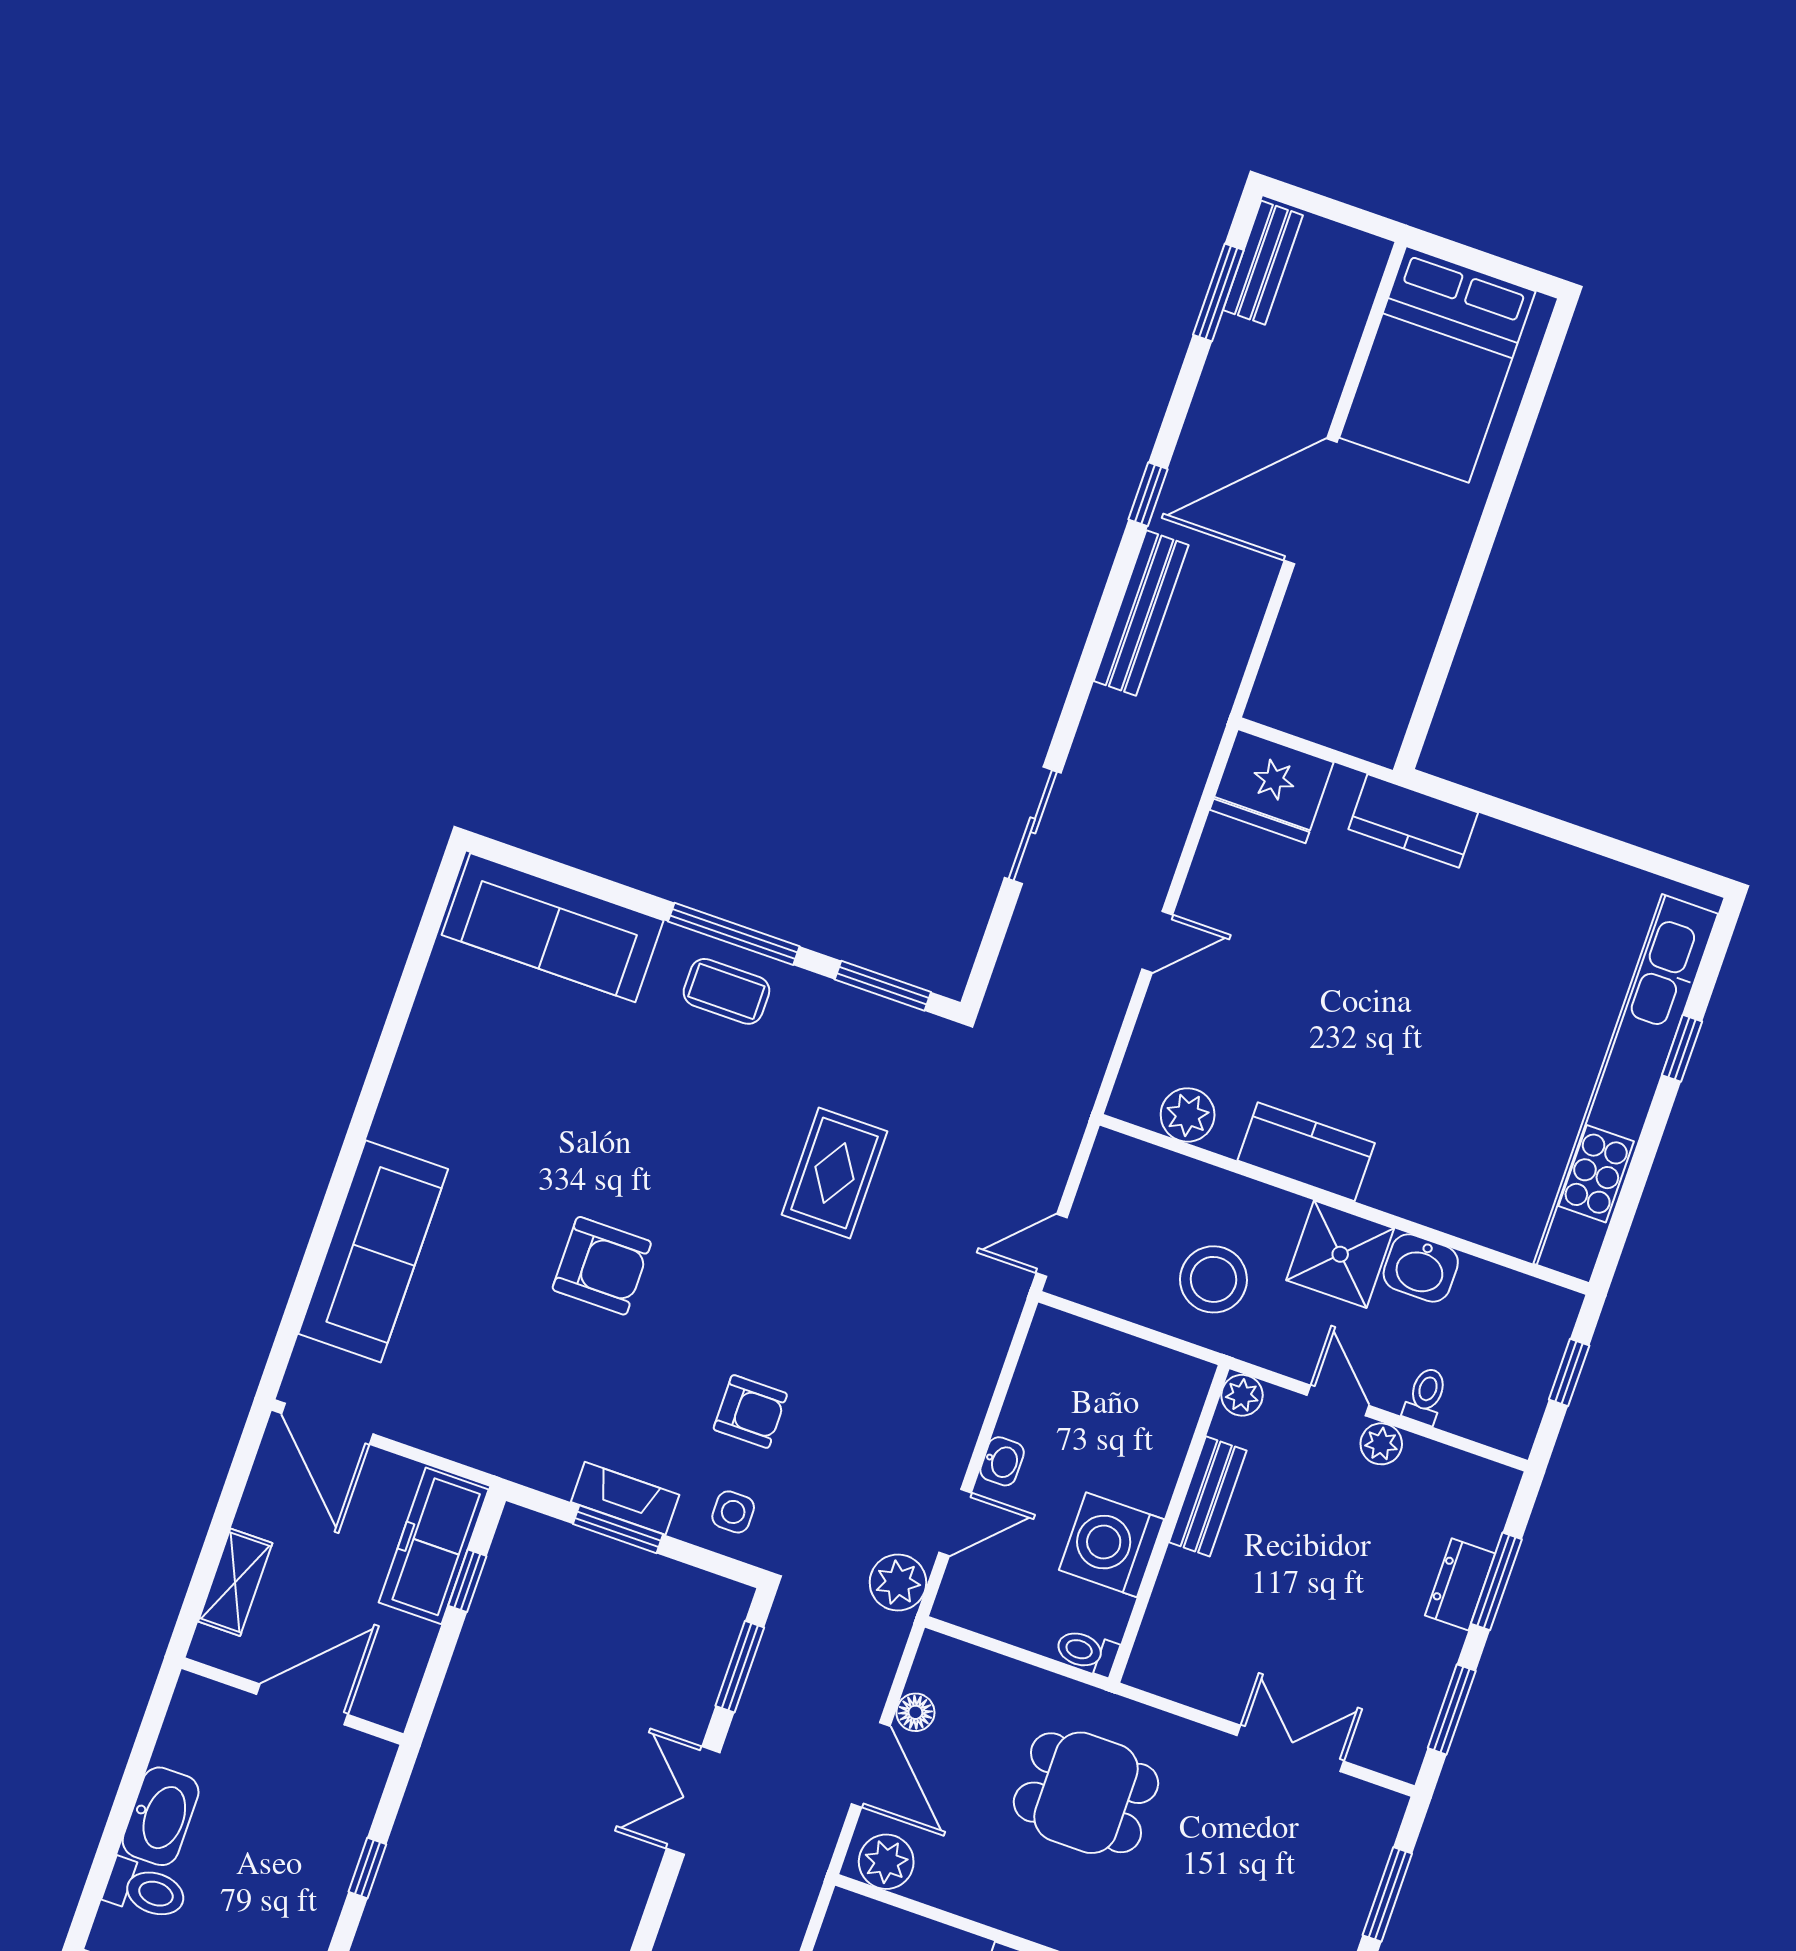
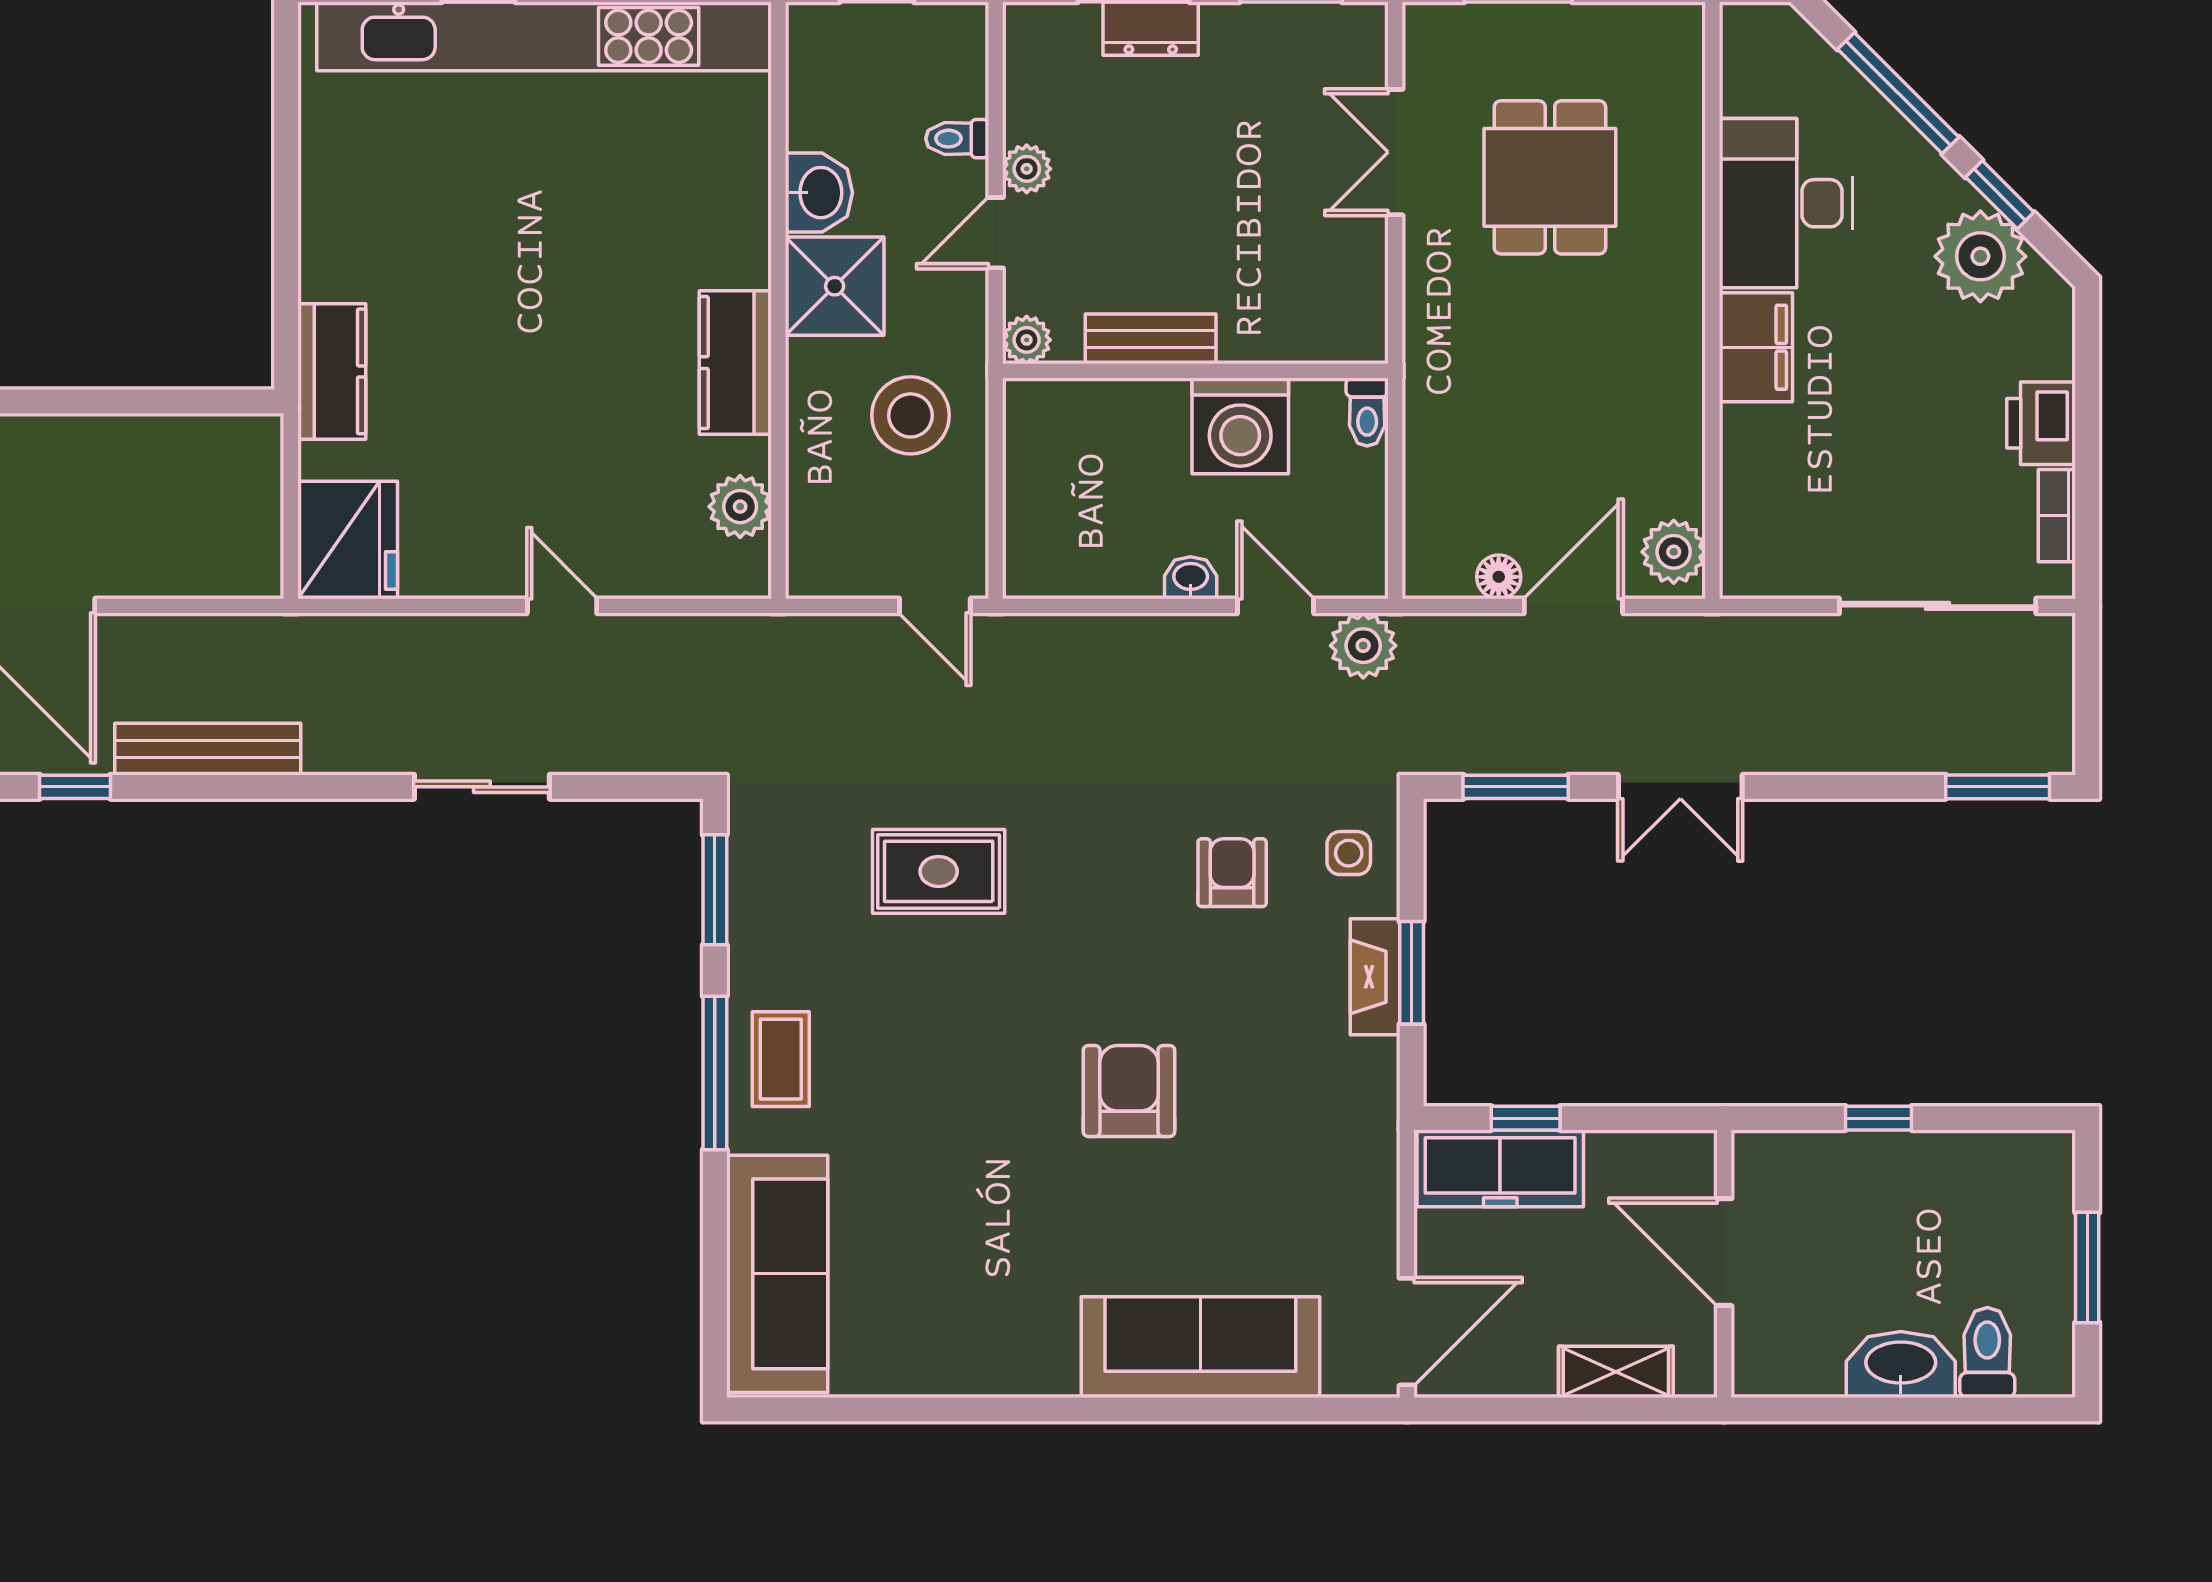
dining table: (1086, 1793) -> (1550, 177), moved

